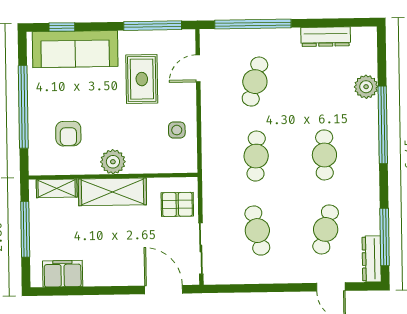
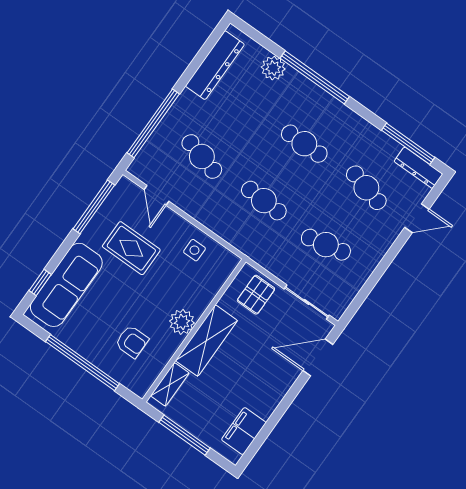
dresser: (326, 37) -> (215, 65), width x1.37, depth x1.24

